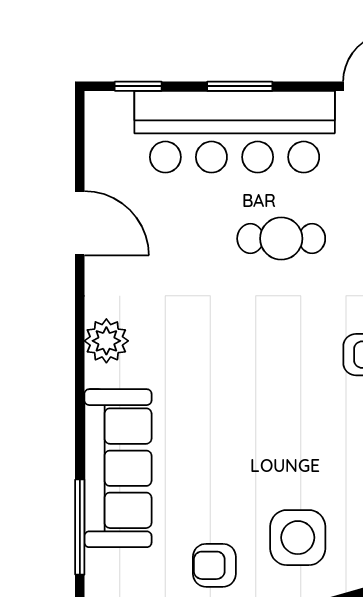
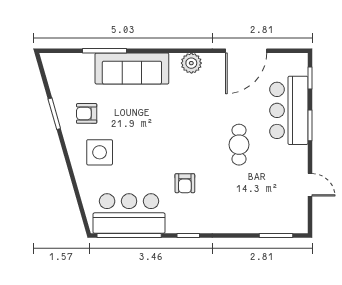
bar counter: (235, 132) -> (289, 110), width x0.73
door: (80, 223) -> (246, 51), width x1.36
armchair: (214, 565) -> (87, 113), turned -90

